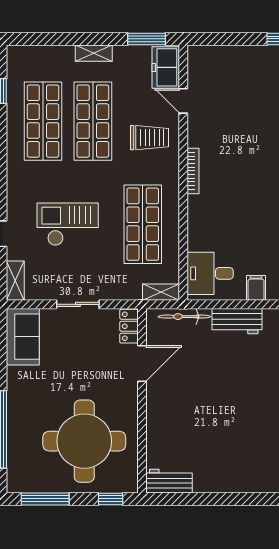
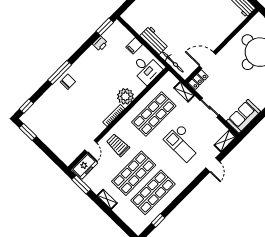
plant: (202, 211) -> (125, 96), added
shelving: (161, 292) -> (184, 92), moved

